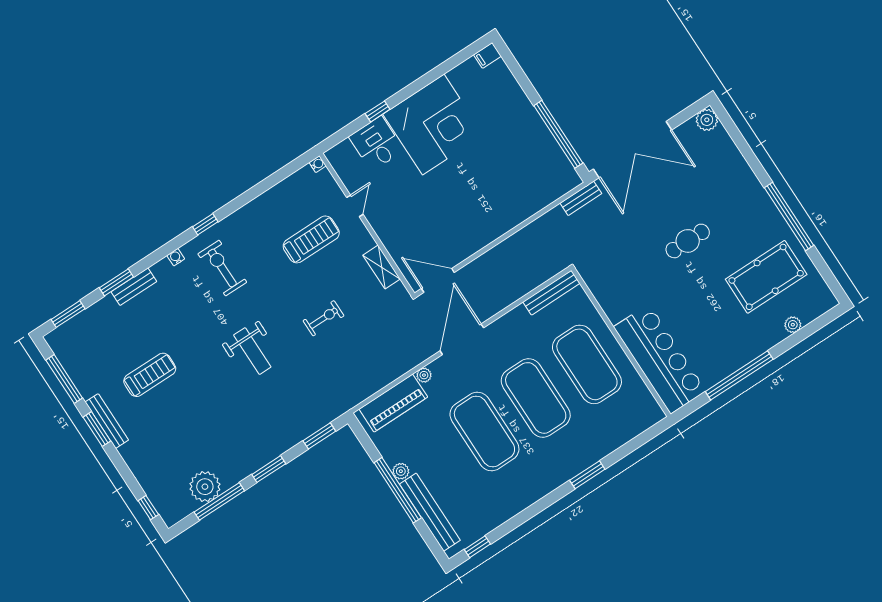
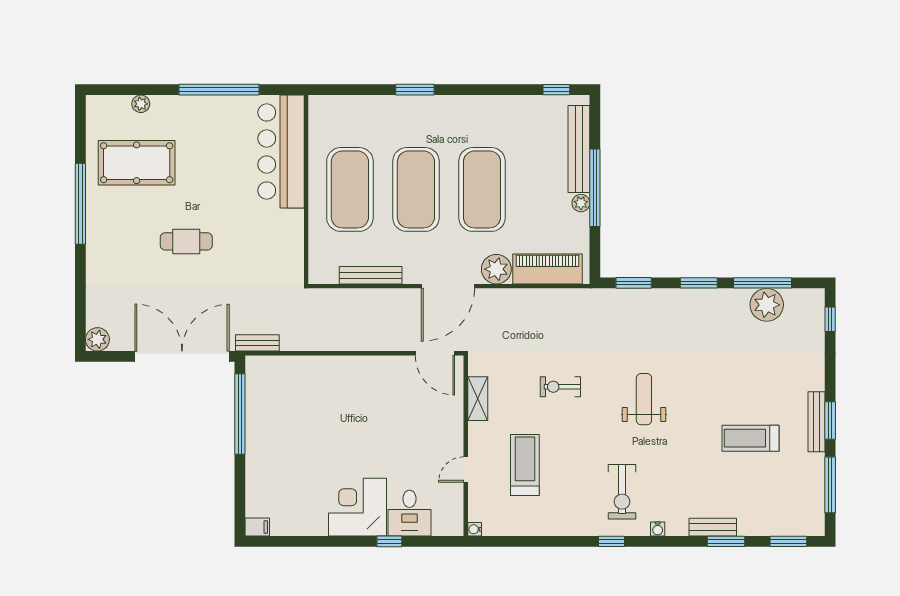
corner desk: (433, 125) -> (358, 507), width x0.74, depth x0.74
treadmill: (311, 239) -> (525, 465), turned 90
bench: (551, 293) -> (371, 275), moved
plant: (424, 375) -> (496, 269), width x1.88, depth x1.88

